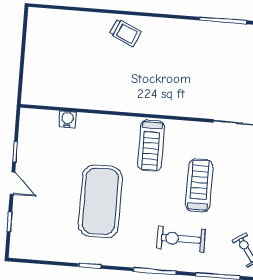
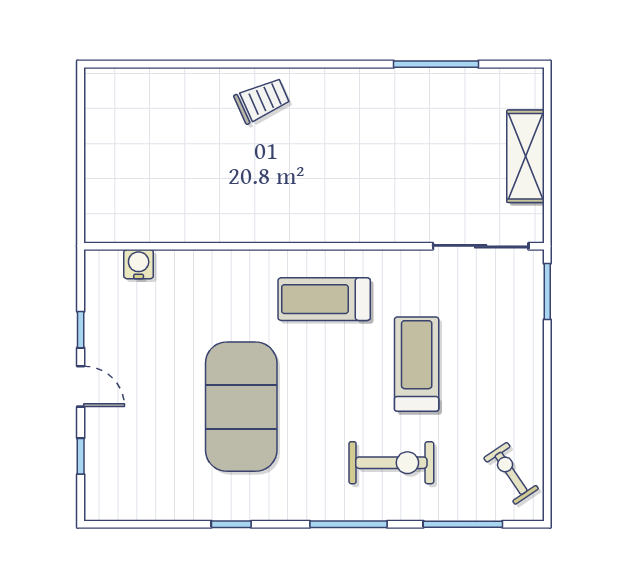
trolley: (125, 33) -> (262, 100), turned -48
water cooler: (68, 119) -> (139, 264), moved
treadmill: (151, 146) -> (324, 299), turned 90
exercise bike: (181, 239) -> (391, 463), turned 180

